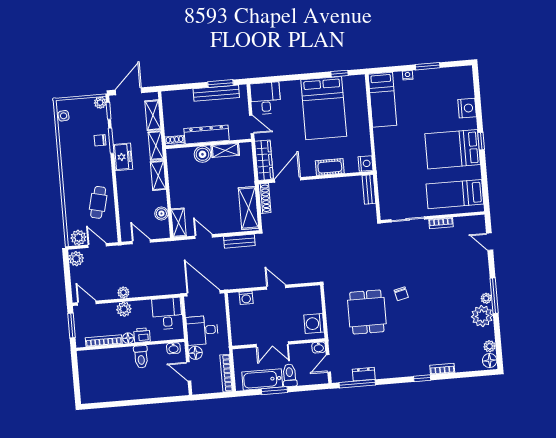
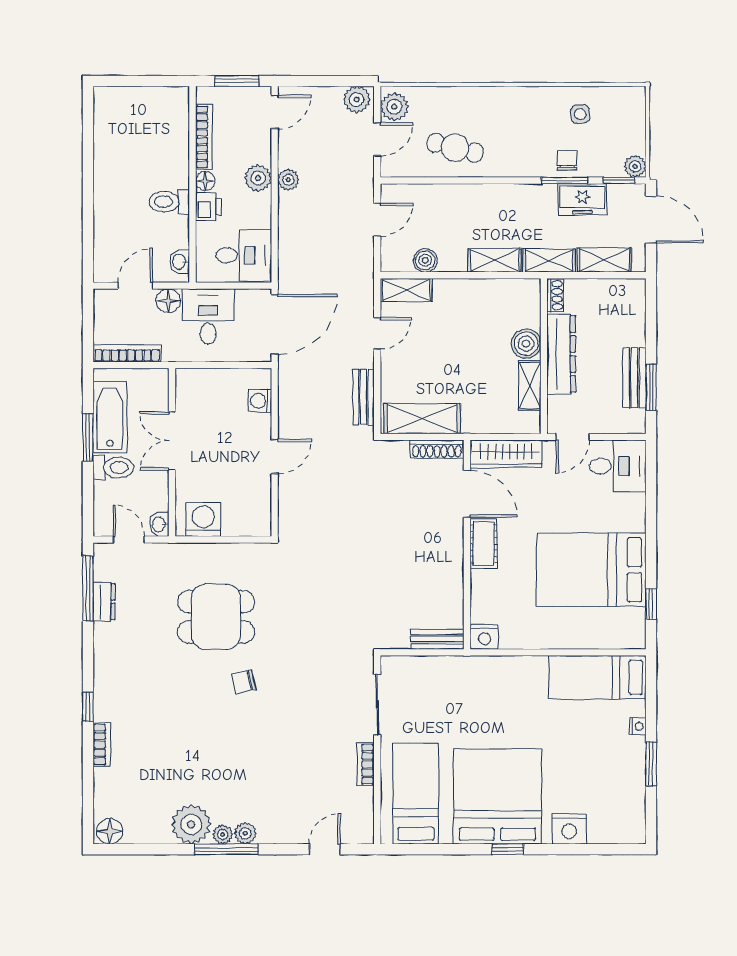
bench: (216, 93) -> (634, 378), width x0.73
side table: (64, 116) -> (580, 114), moved
bed: (453, 149) -> (497, 796), width x1.36
freezer: (123, 157) -> (582, 199), moved
cot: (330, 167) -> (484, 544), moved
plant: (490, 346) -> (245, 833), moved

